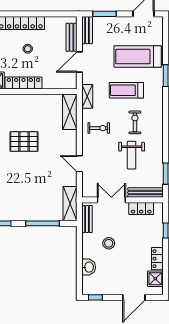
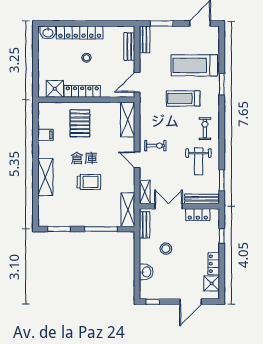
door: (79, 62) -> (137, 82), moved
shelving: (87, 96) -> (145, 192), moved
exercise bike: (135, 122) -> (205, 129), moved
exercise bike: (99, 128) -> (155, 146), moved
pallet: (24, 141) -> (80, 123), moved, turned 90
weight bench: (132, 155) -> (199, 161), moved
door: (79, 164) -> (137, 160), moved
trolley: (30, 175) -> (89, 182), added

